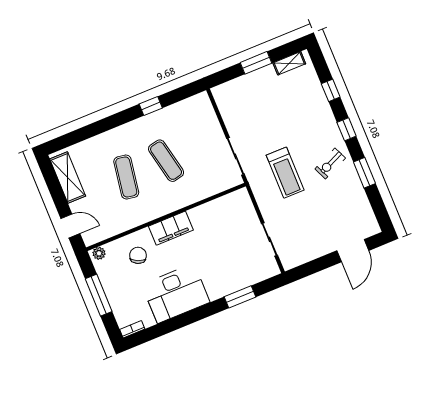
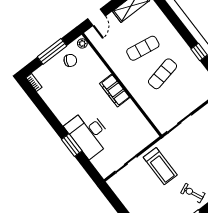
treadmill: (285, 173) -> (160, 166), moved, turned -90
chair: (138, 255) -> (70, 60), moved
desk: (176, 293) -> (89, 133), moved
window: (240, 297) -> (72, 145), moved

